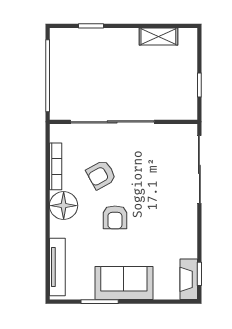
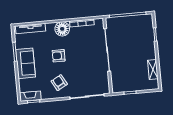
armchair: (101, 175) -> (59, 83), moved

